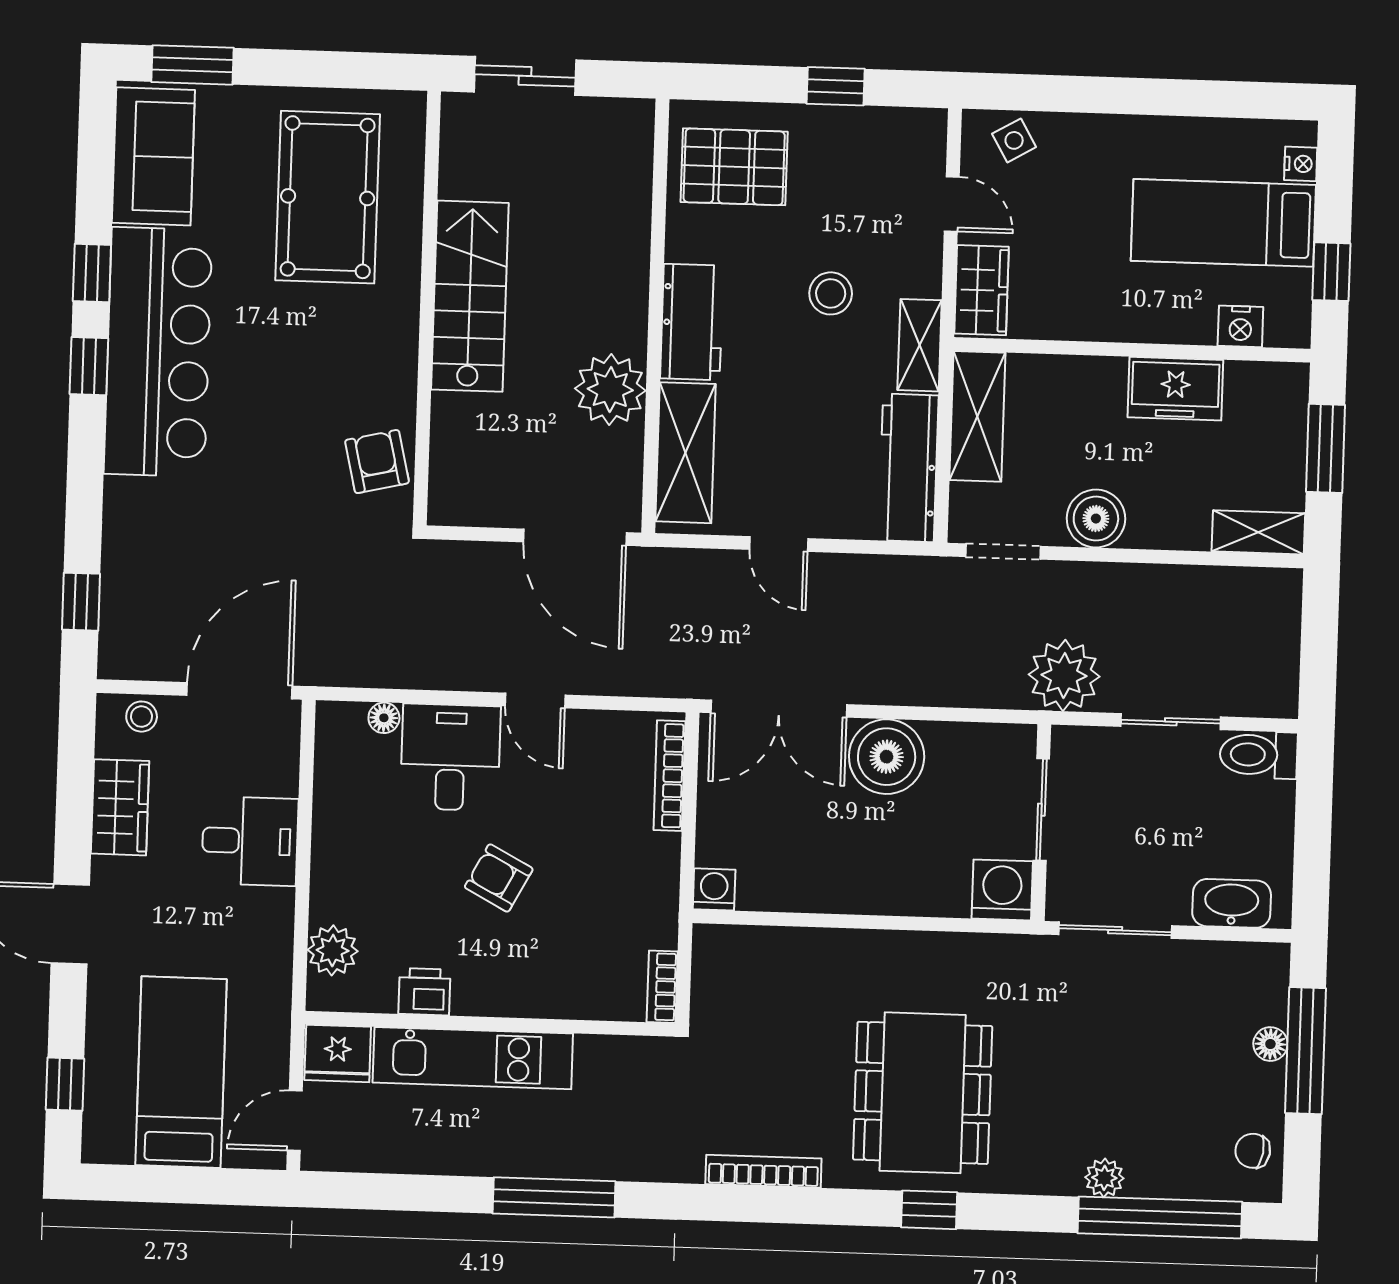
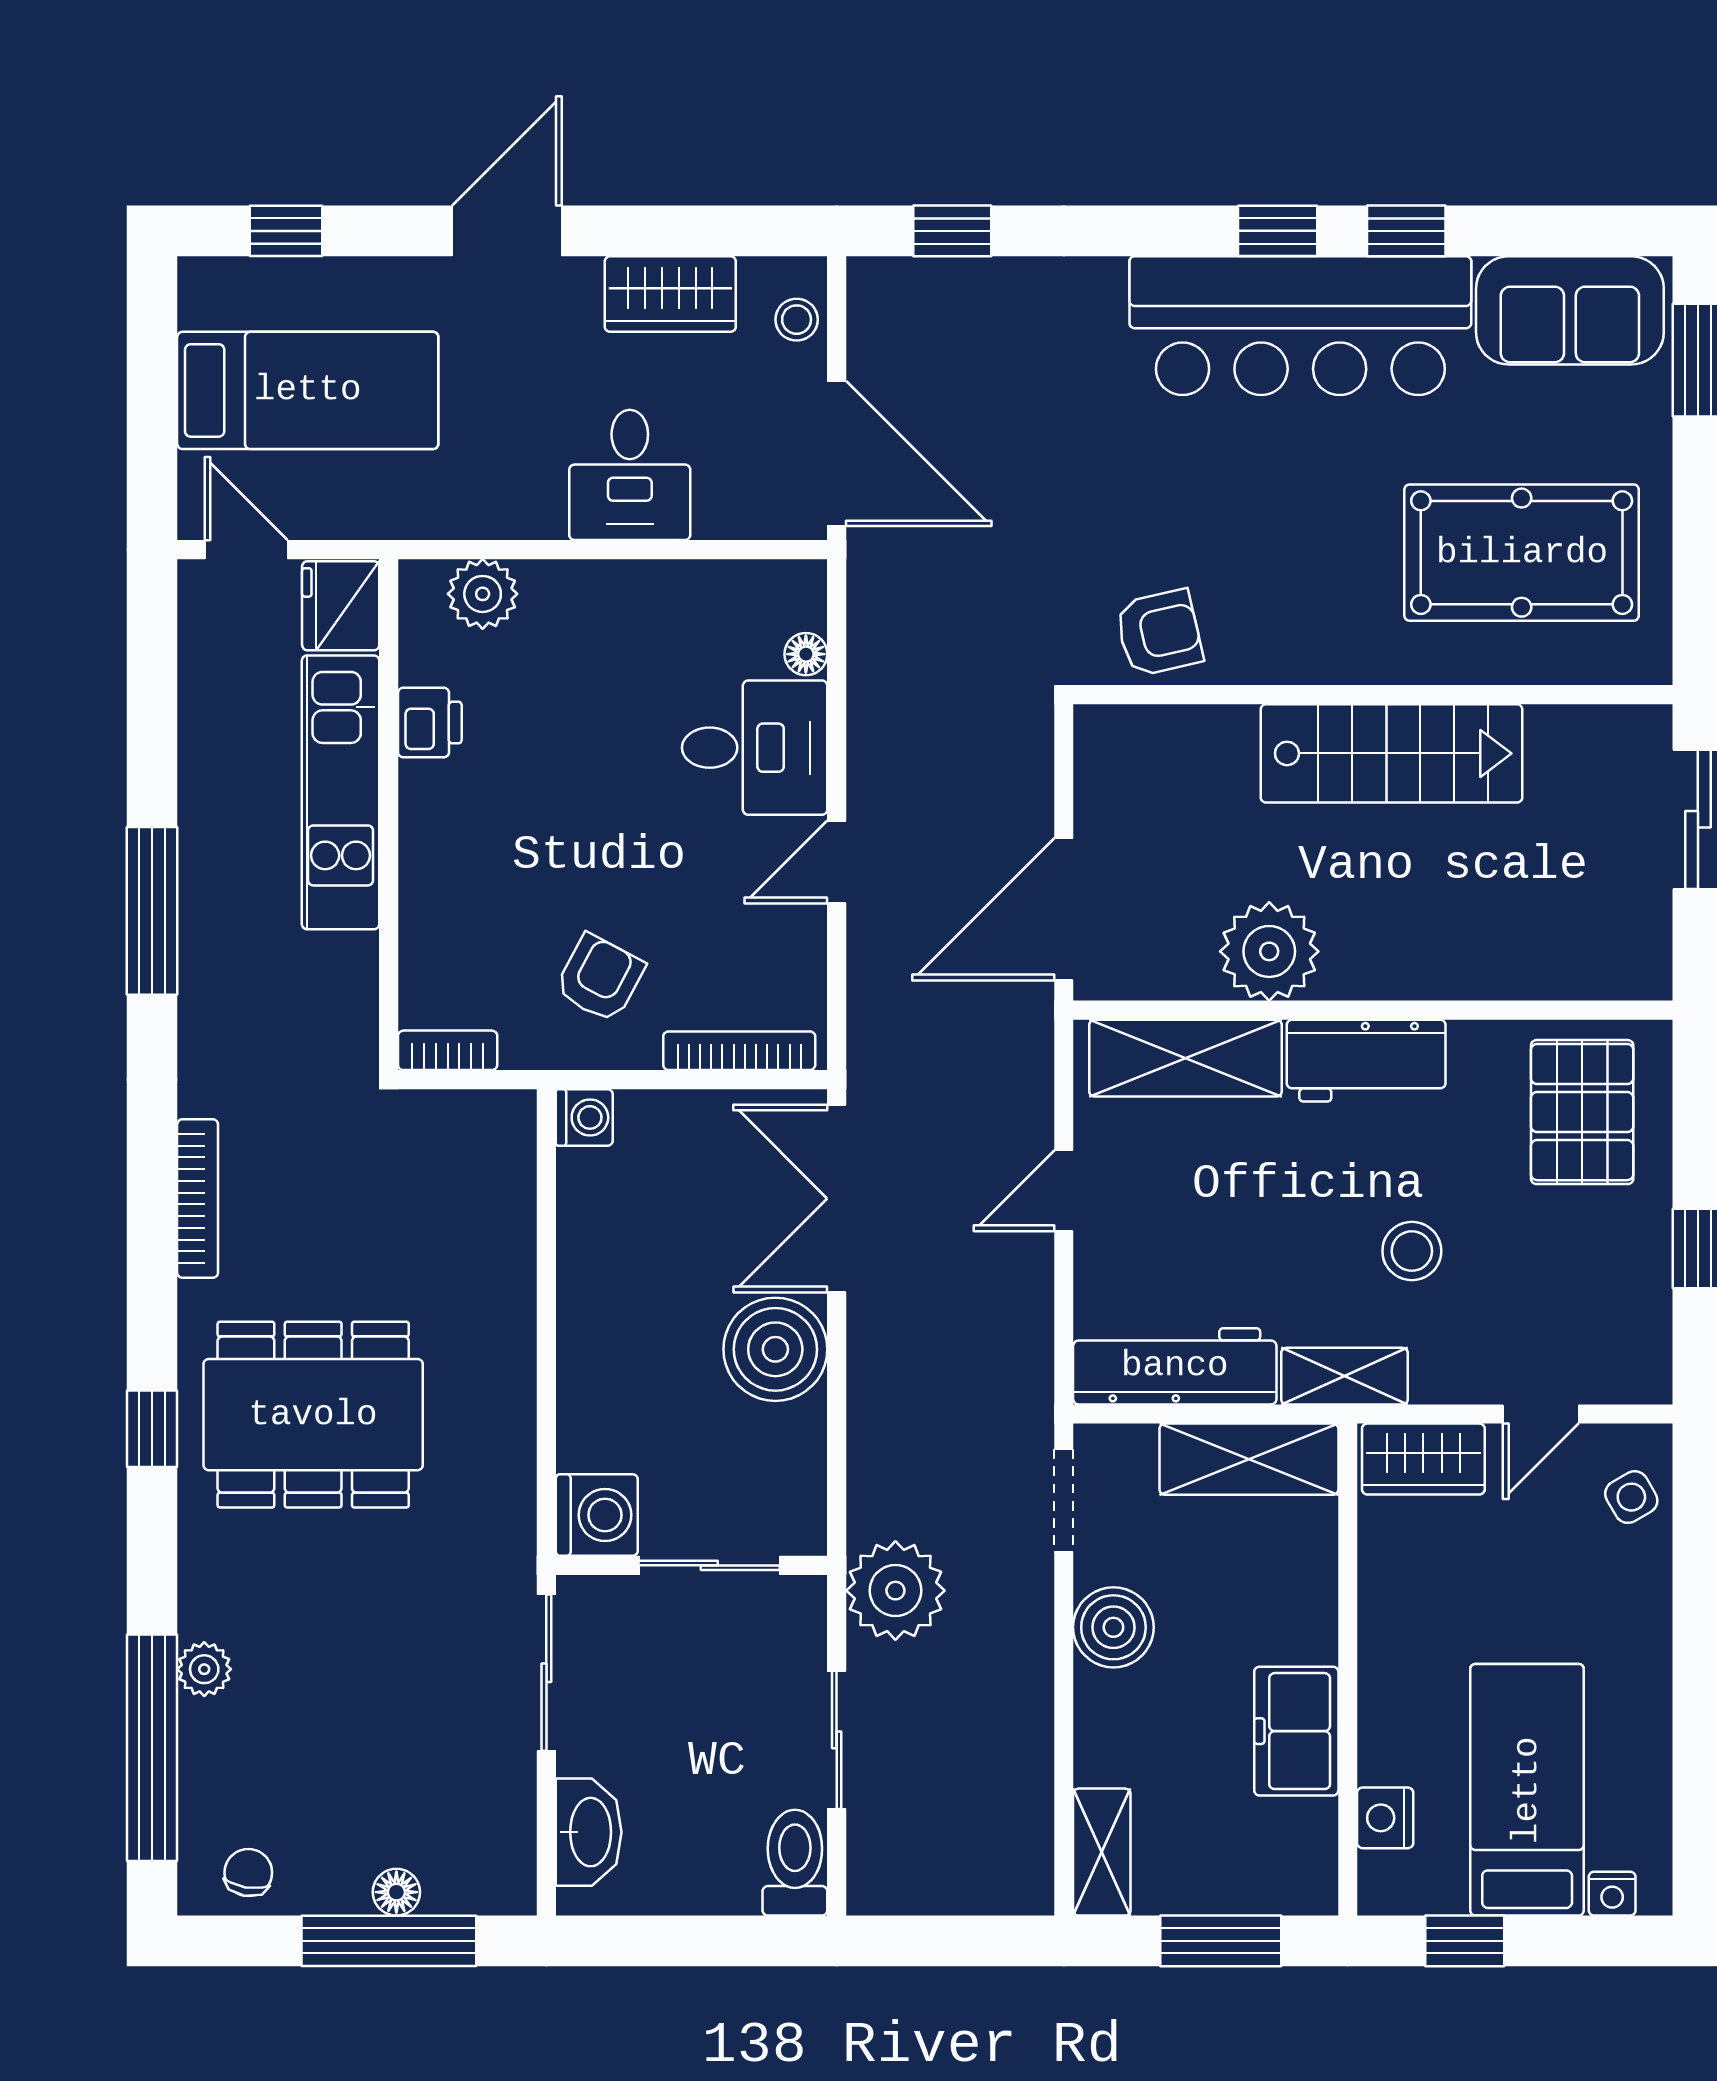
armchair: (499, 878) -> (600, 978), moved

